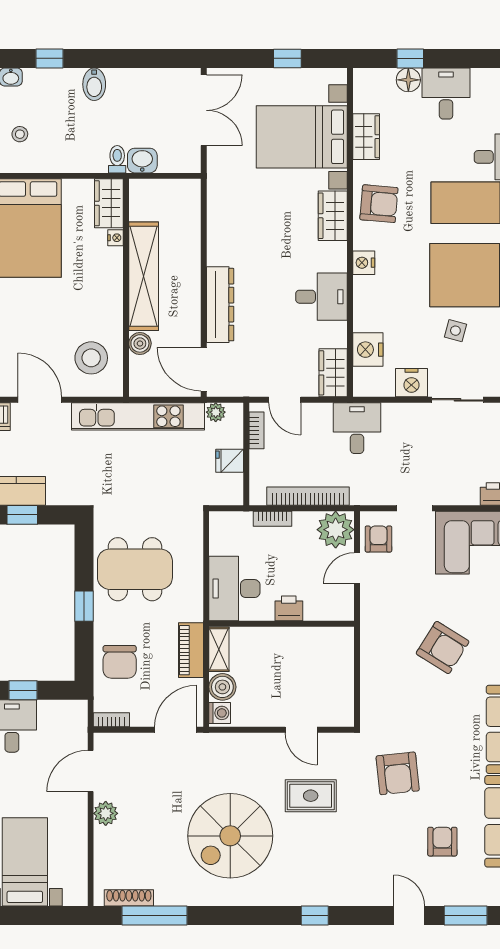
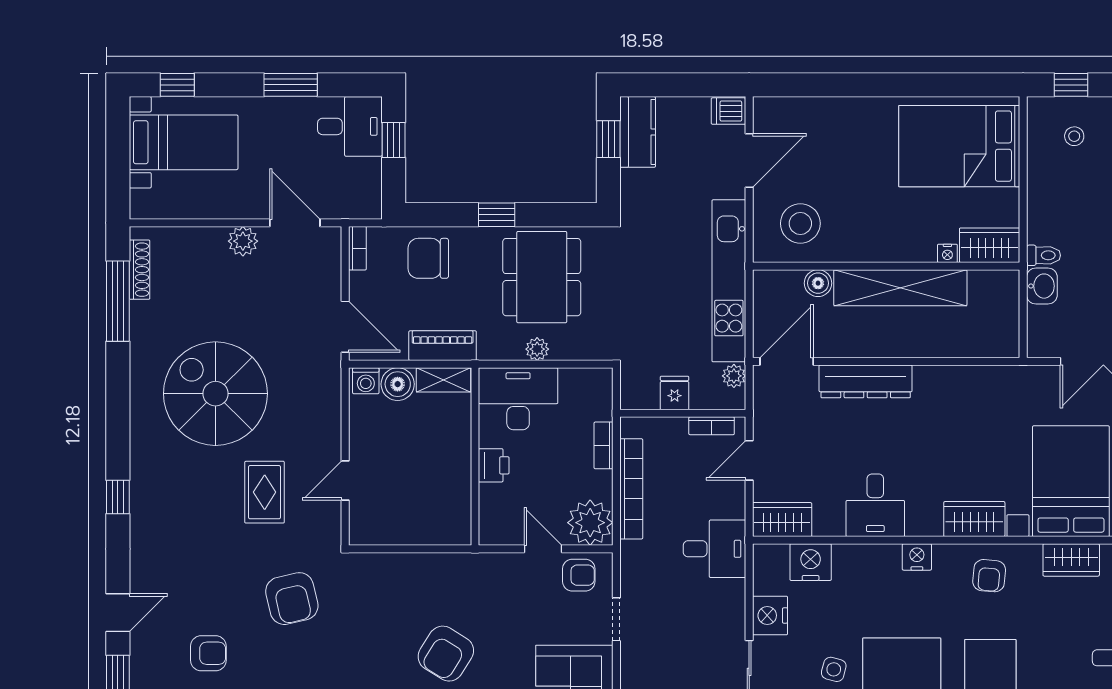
armchair: (379, 204) -> (989, 576), width x0.72, depth x0.72
plant: (194, 573) -> (537, 349), added
armchair: (398, 773) -> (292, 599), turned -97

